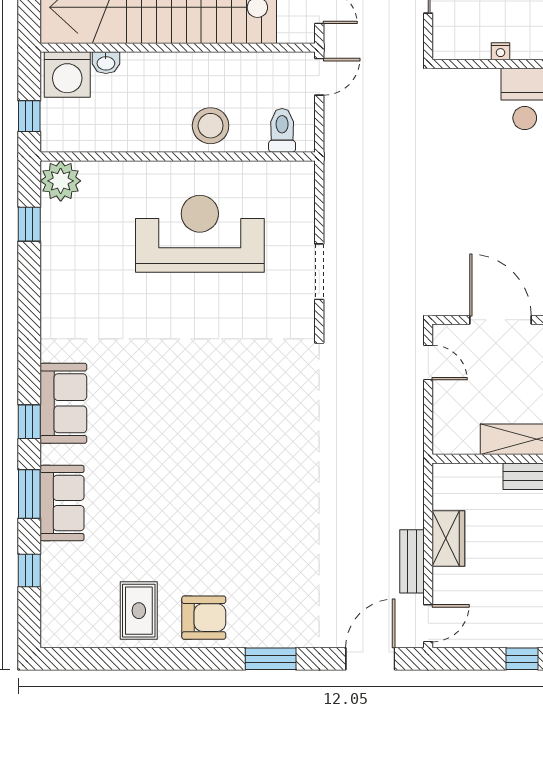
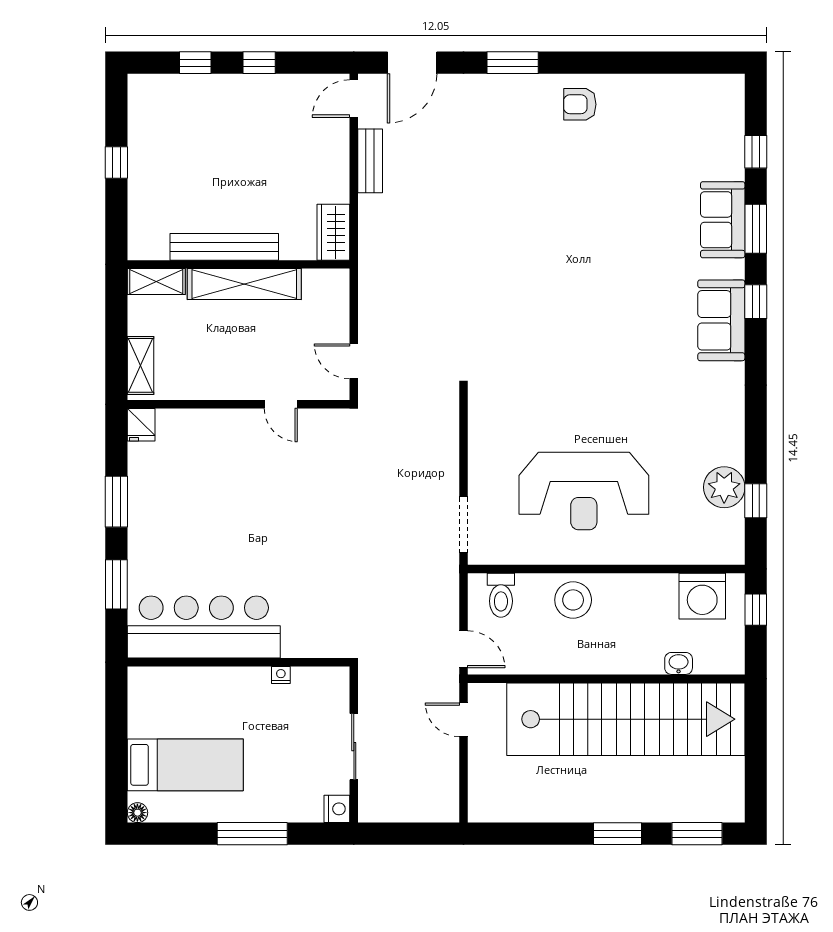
washing machine: (67, 75) -> (702, 596), moved, turned 180
door: (319, 77) -> (464, 649), swing flipped
plant: (61, 181) -> (724, 487), moved
doorway: (319, 272) -> (464, 525), moved
door: (501, 320) -> (281, 404), width x0.53
wardrobe: (448, 539) -> (333, 232), moved
rug: (139, 611) -> (645, 111), removed
armchair: (204, 618) -> (580, 104), width x0.72, depth x0.72

